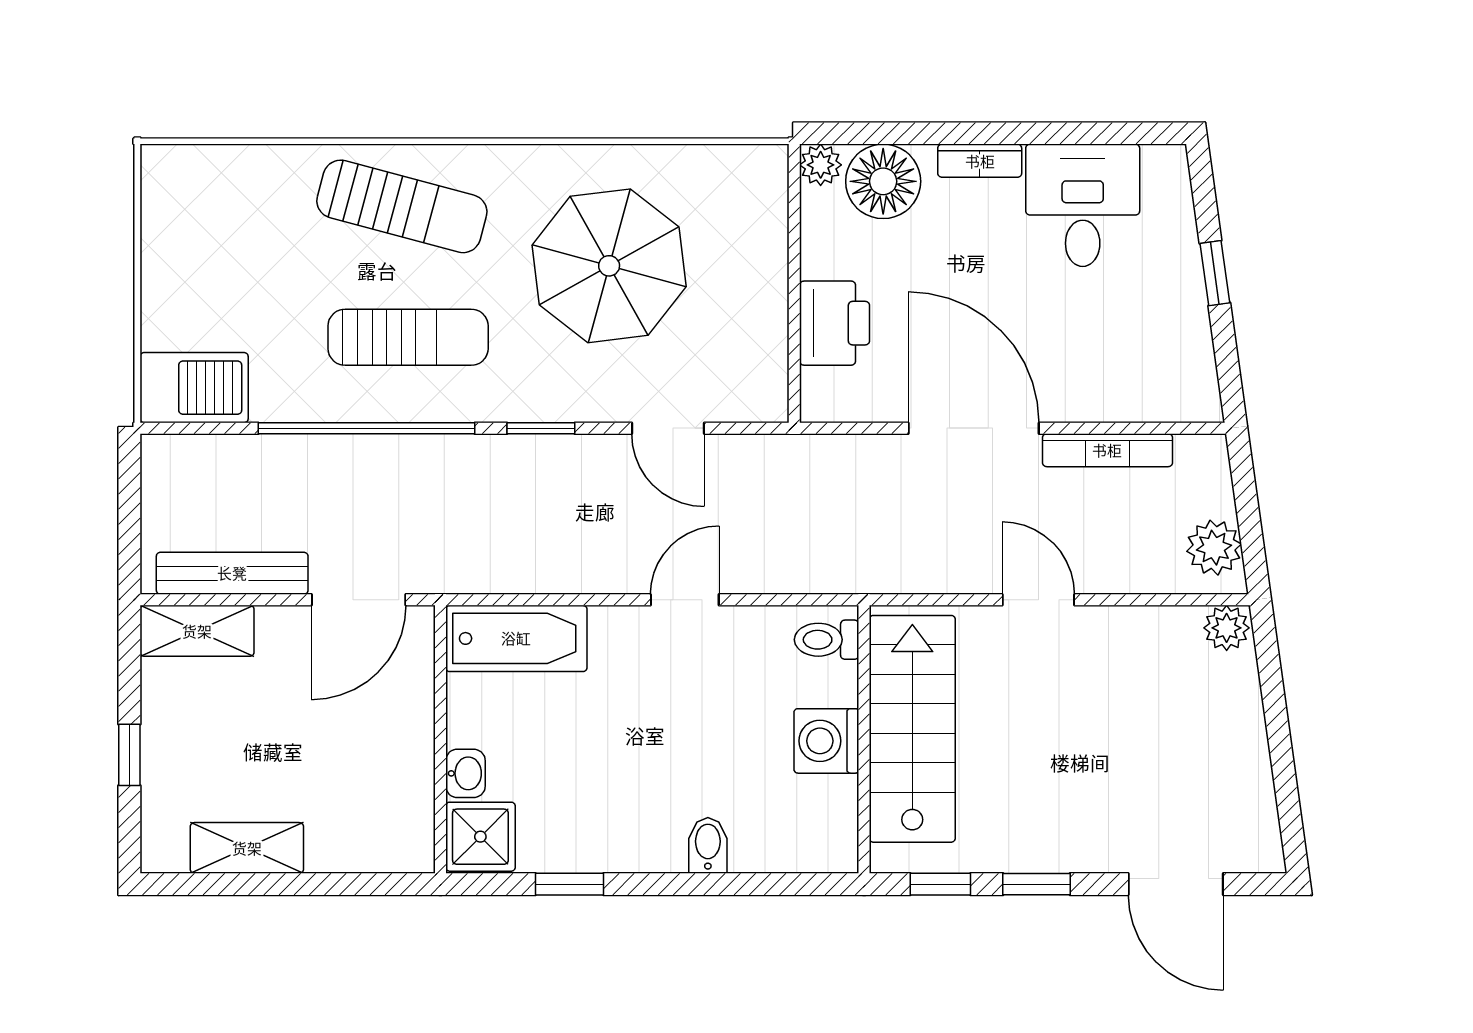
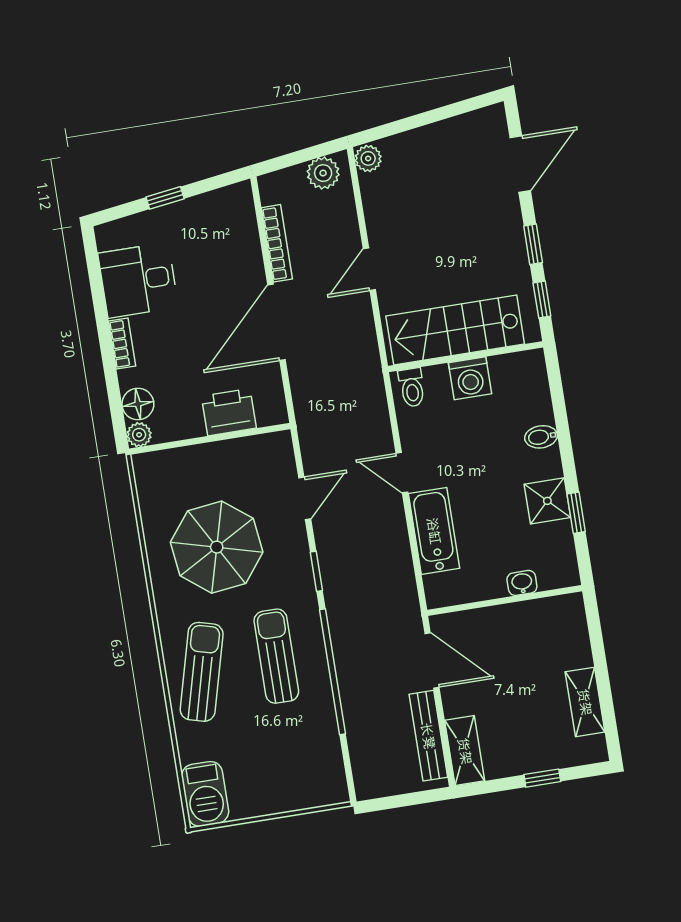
floor lamp: (883, 181) -> (138, 404), width x0.73, depth x0.73
barbecue: (194, 388) -> (205, 794), moved, turned 180
bathtub: (516, 638) -> (434, 531), moved
shower: (480, 837) -> (547, 501), moved

